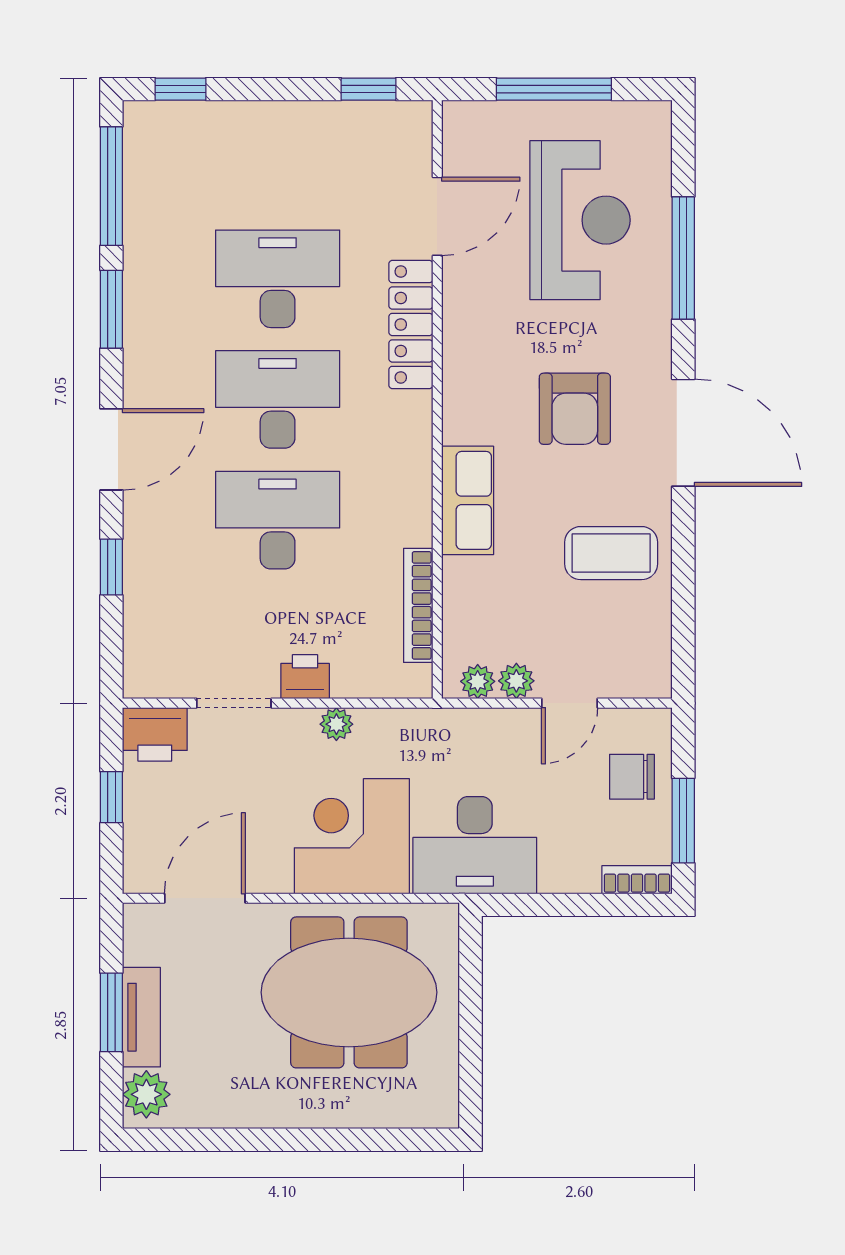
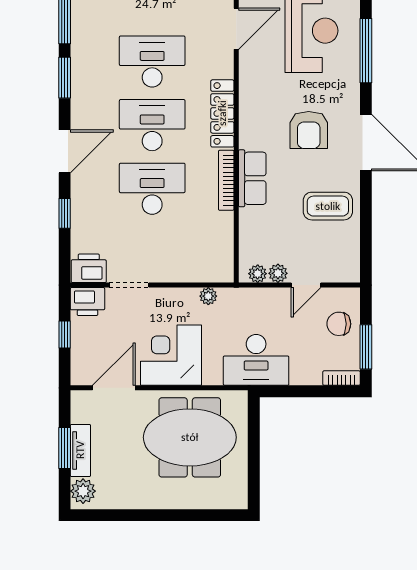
locker: (411, 324) -> (222, 113), moved
bookcase: (418, 605) -> (226, 180), moved
printer: (305, 677) -> (89, 268), moved, width x1.36, depth x1.24
plant: (336, 724) -> (208, 296), moved
corner desk: (352, 836) -> (171, 355), moved

